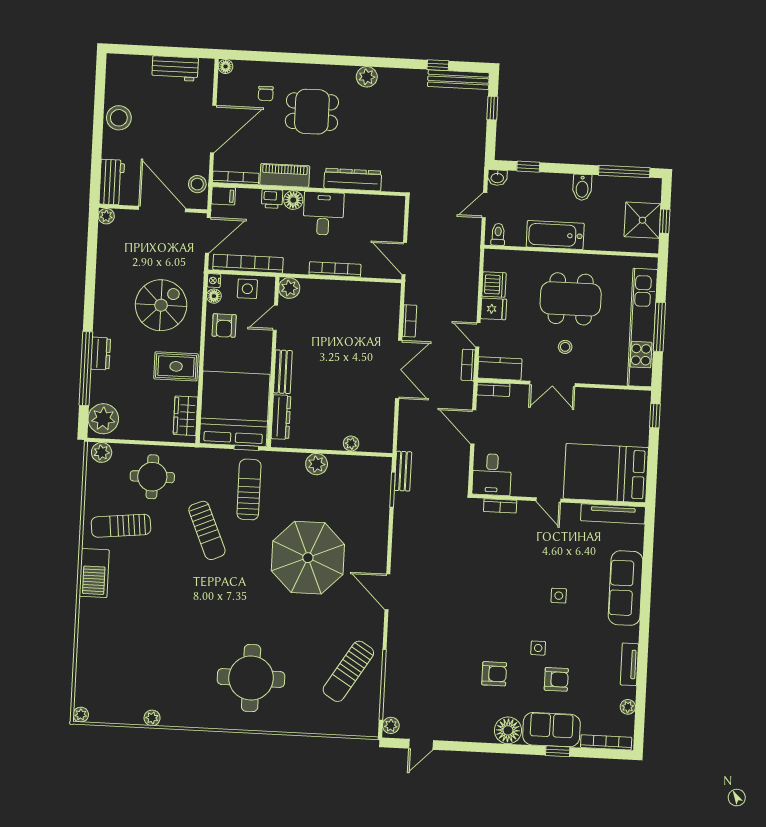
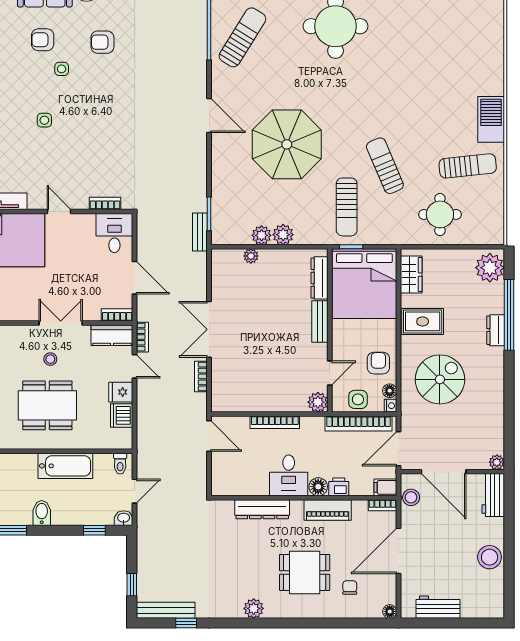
bookcase: (236, 178) -> (382, 505), width x0.64
spiral stairs: (161, 305) -> (440, 379), turned 180
plant: (102, 452) -> (262, 235), moved

